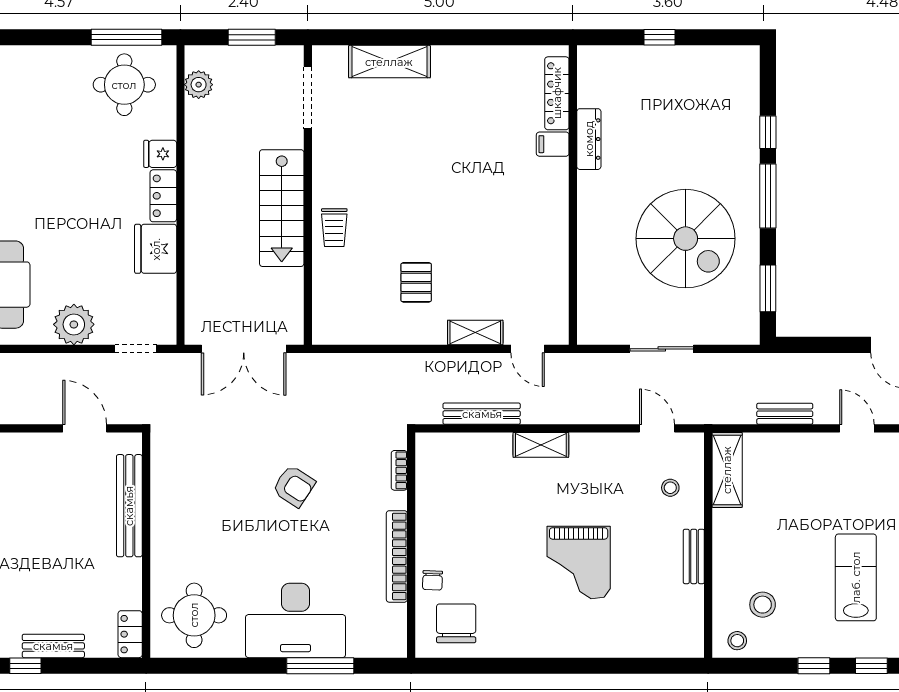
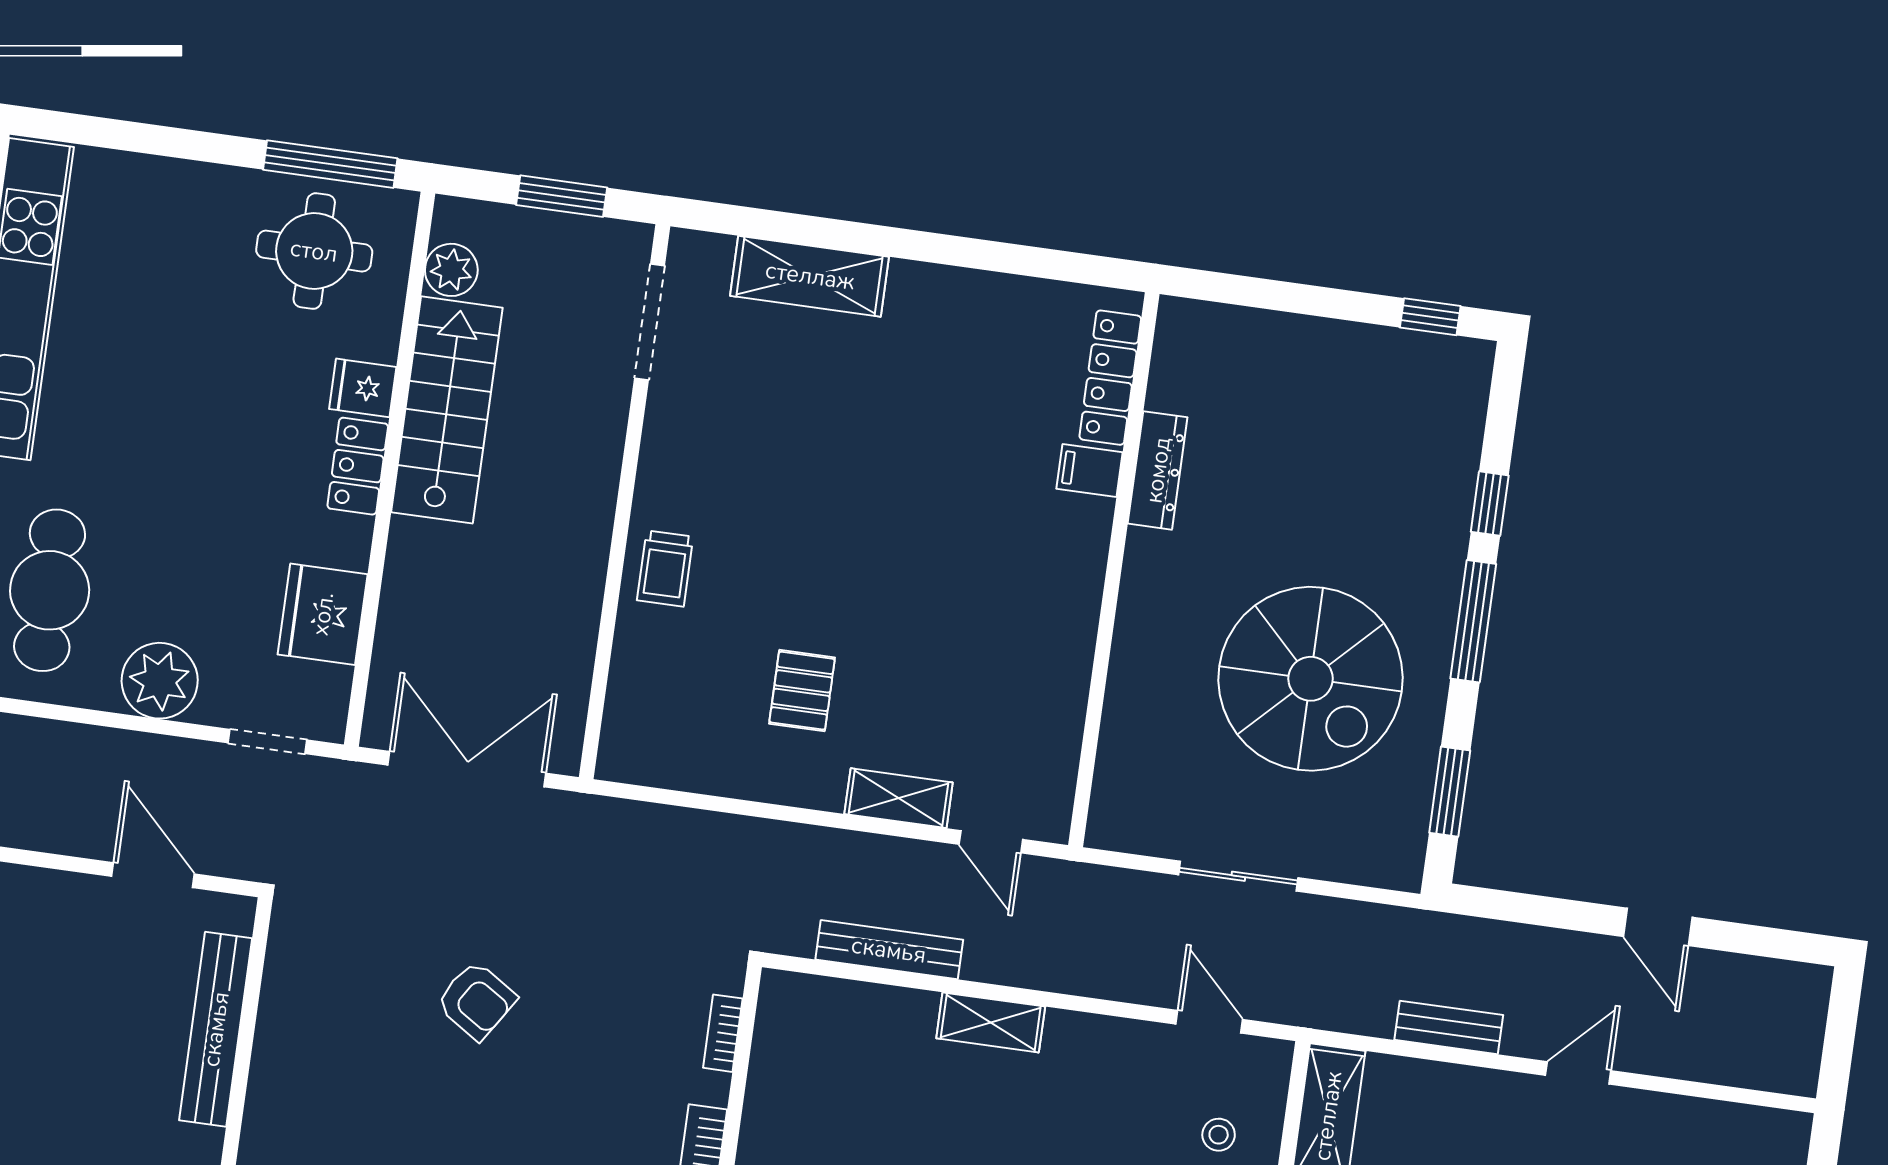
window: (659, 37) -> (1430, 317), moved
stairs: (282, 208) -> (447, 410), moved, turned 180
fridge: (156, 249) -> (323, 614), moved
double door: (244, 349) -> (467, 769), swing flipped
door: (857, 428) -> (1578, 1073), hinge flipped
armchair: (294, 486) -> (476, 1001), moved

